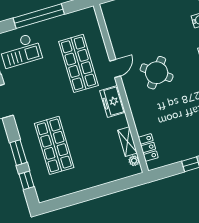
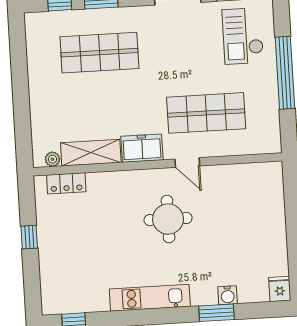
round table: (157, 73) -> (168, 219), turned -37
shelving: (127, 142) -> (91, 153), width x1.50, depth x1.33

